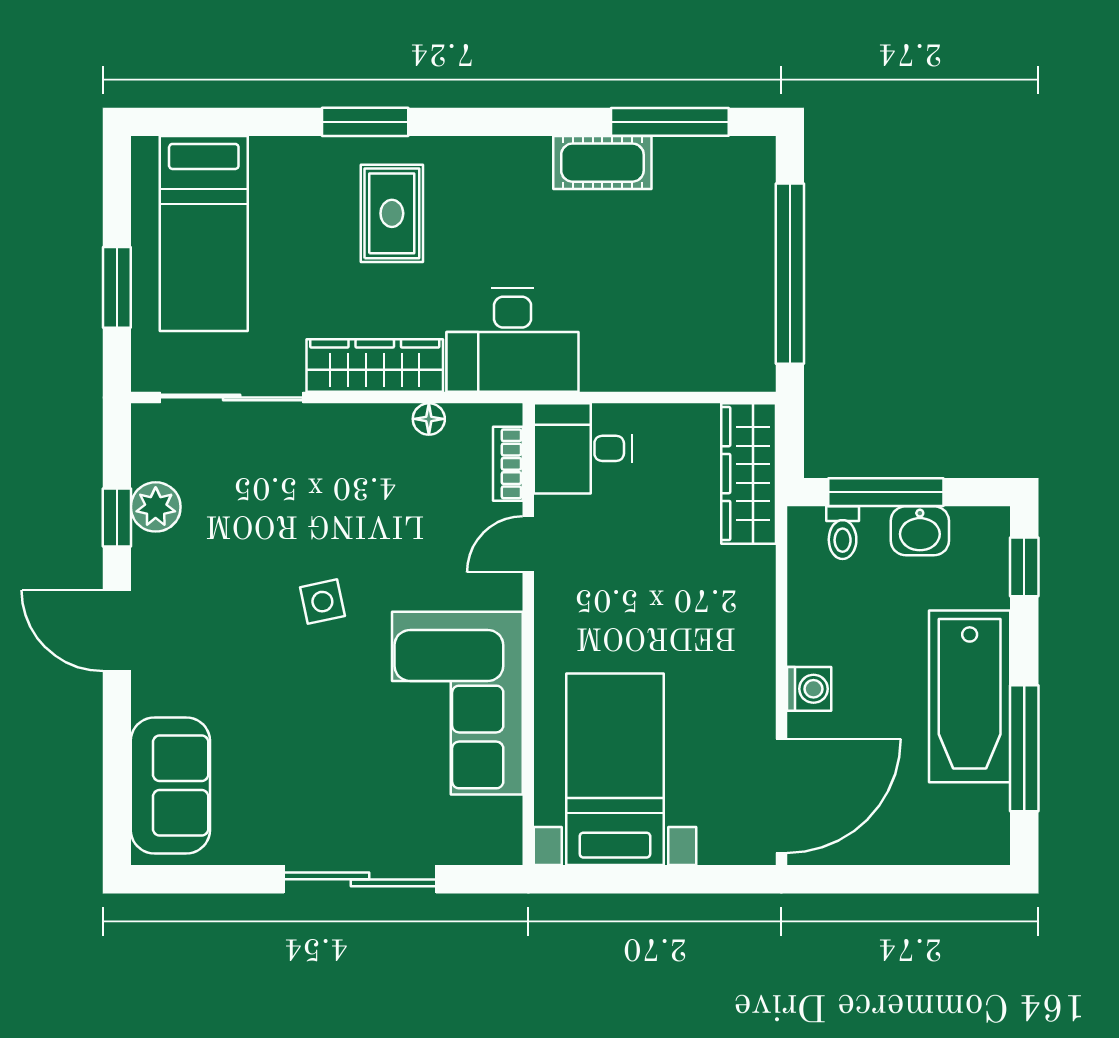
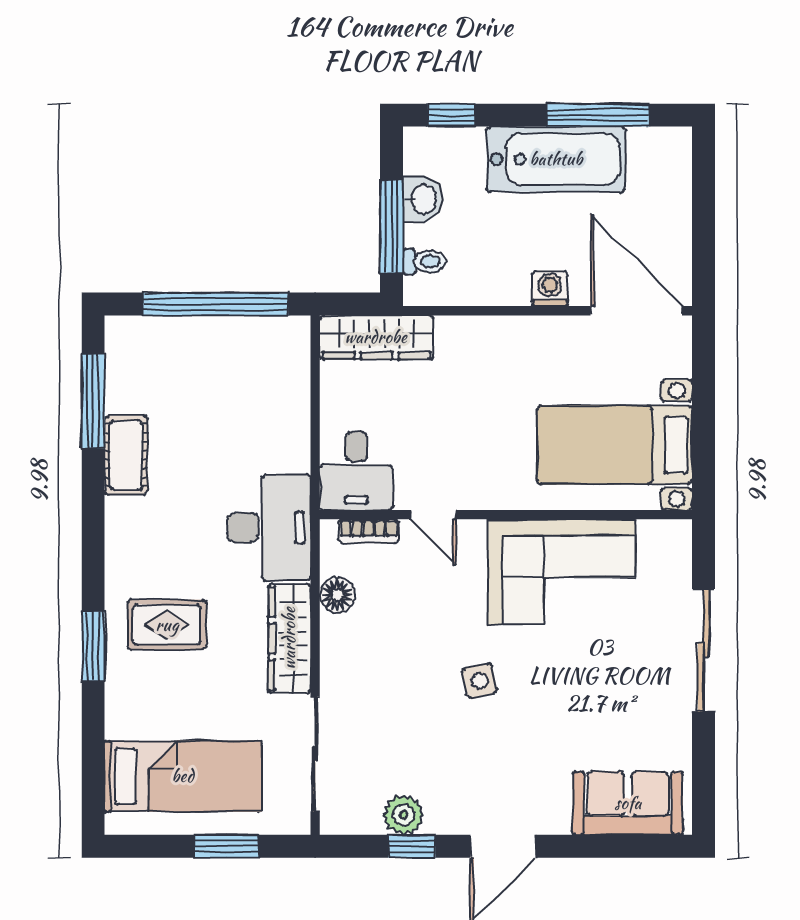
floor lamp: (429, 419) -> (337, 595), width x1.37, depth x1.37

